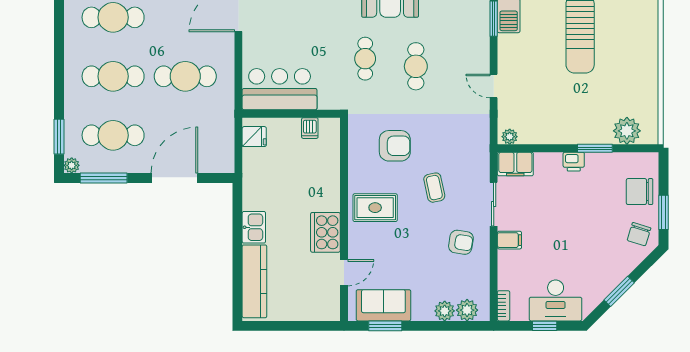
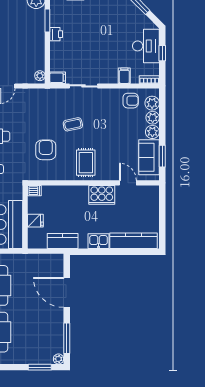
dishwasher: (310, 128) -> (34, 191), moved
cafe table: (113, 135) -> (39, 332), removed
fridge: (254, 137) -> (35, 221), moved, turned 90
filing cabinet: (515, 164) -> (58, 78), width x0.50
kitchen counter: (254, 172) -> (63, 241), added
filing cabinet: (509, 240) -> (124, 76), moved
armchair: (461, 242) -> (131, 101), moved, turned 81
plant: (423, 311) -> (152, 132), added

